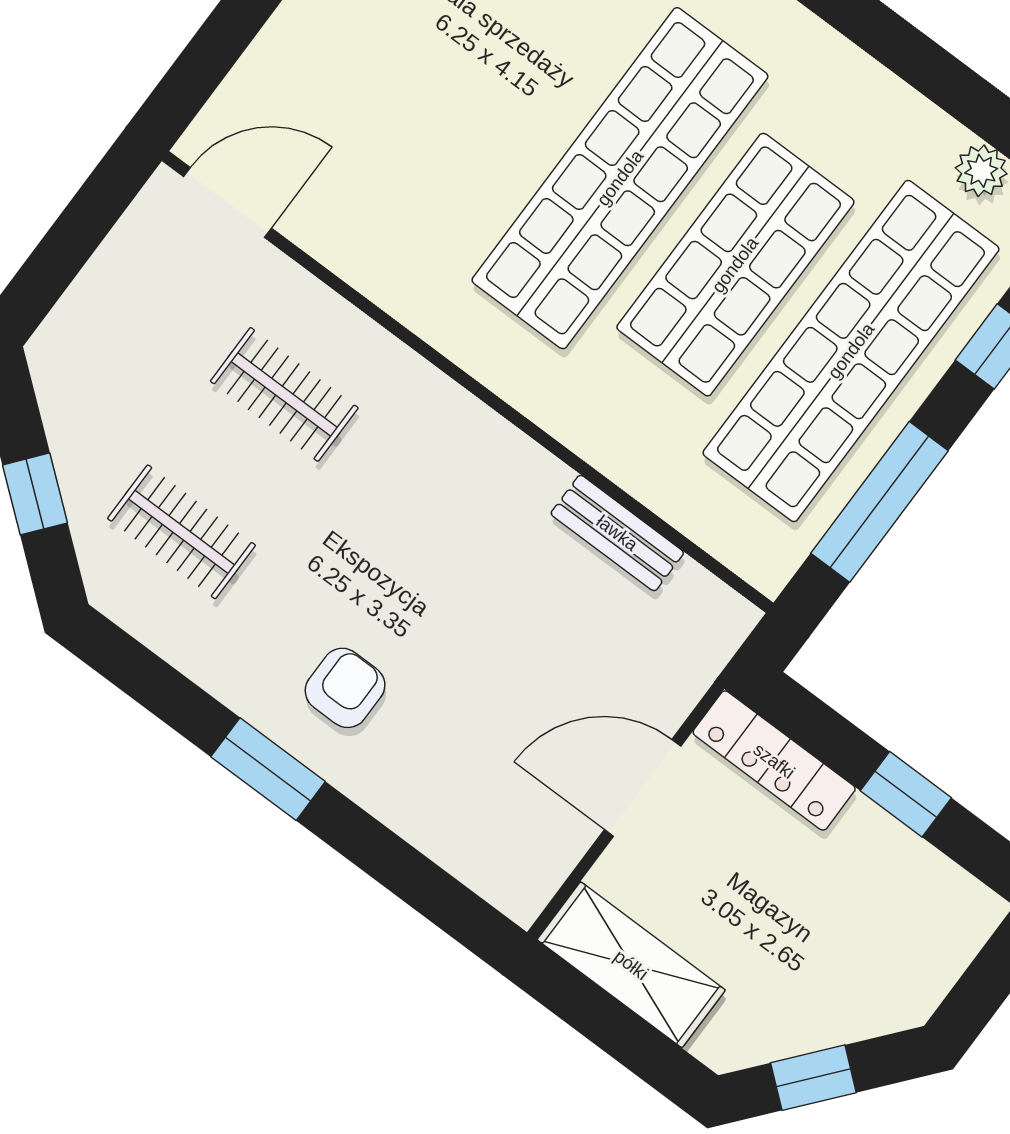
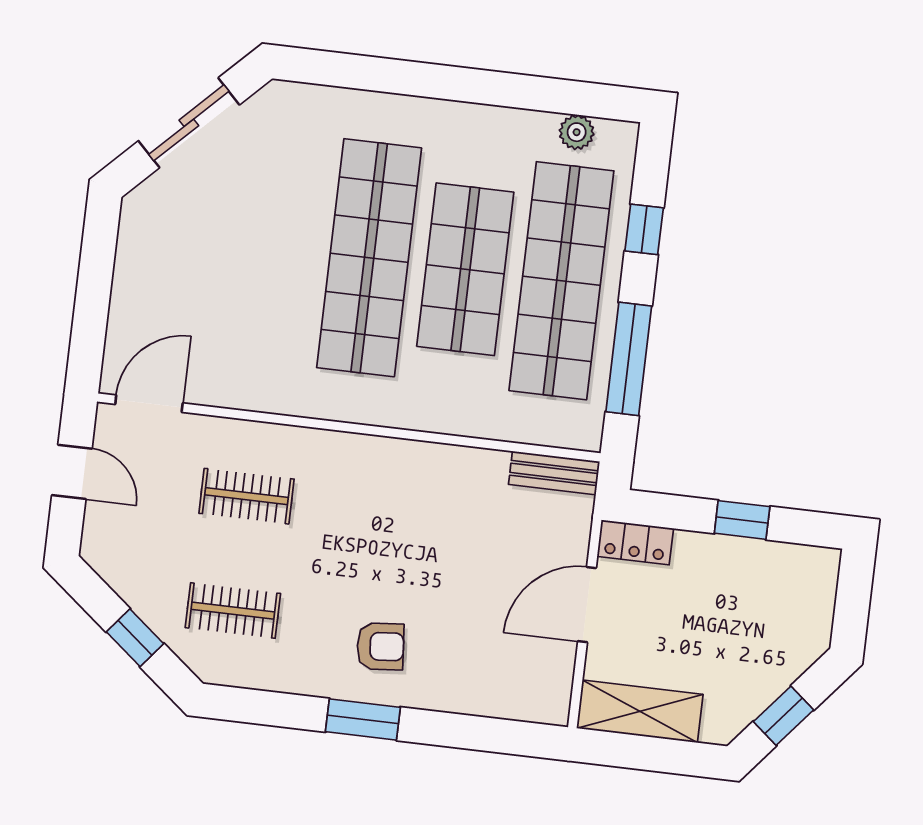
door: (77, 233) -> (72, 472), added
bench: (617, 533) -> (554, 473), moved
armchair: (345, 688) -> (380, 646), turned 85
locker: (774, 761) -> (635, 542), width x0.66

